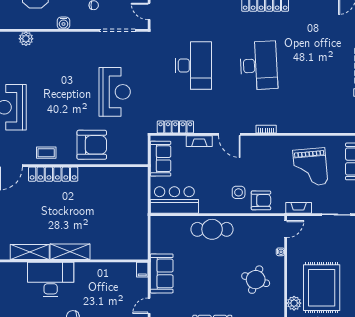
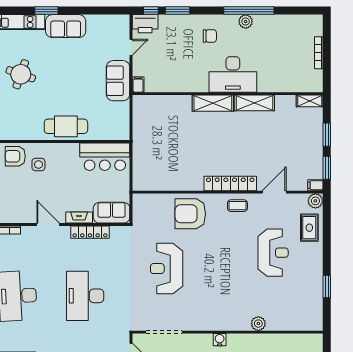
locker: (175, 127) -> (90, 232), moved
sofa: (160, 159) -> (112, 213), moved, turned 90

